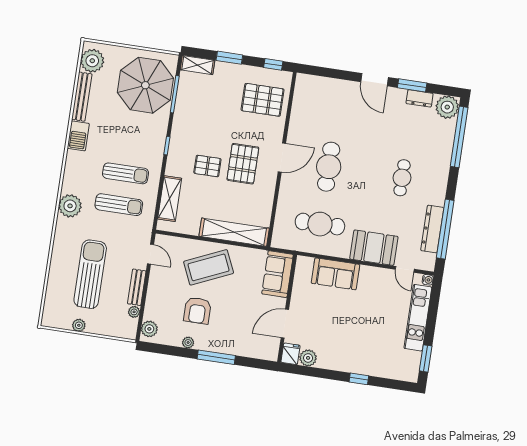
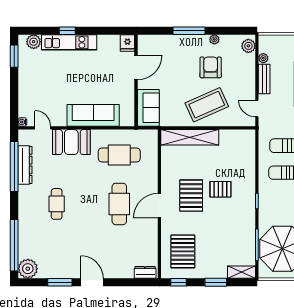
dresser: (420, 98) -> (145, 272), moved
pallet: (263, 100) -> (183, 251), turned 90
shelving: (170, 199) -> (248, 157), removed
sofa: (335, 274) -> (93, 115), width x1.36
kitchen unit: (418, 318) -> (69, 42), moved, turned 90
plant: (308, 358) -> (34, 42), moved

